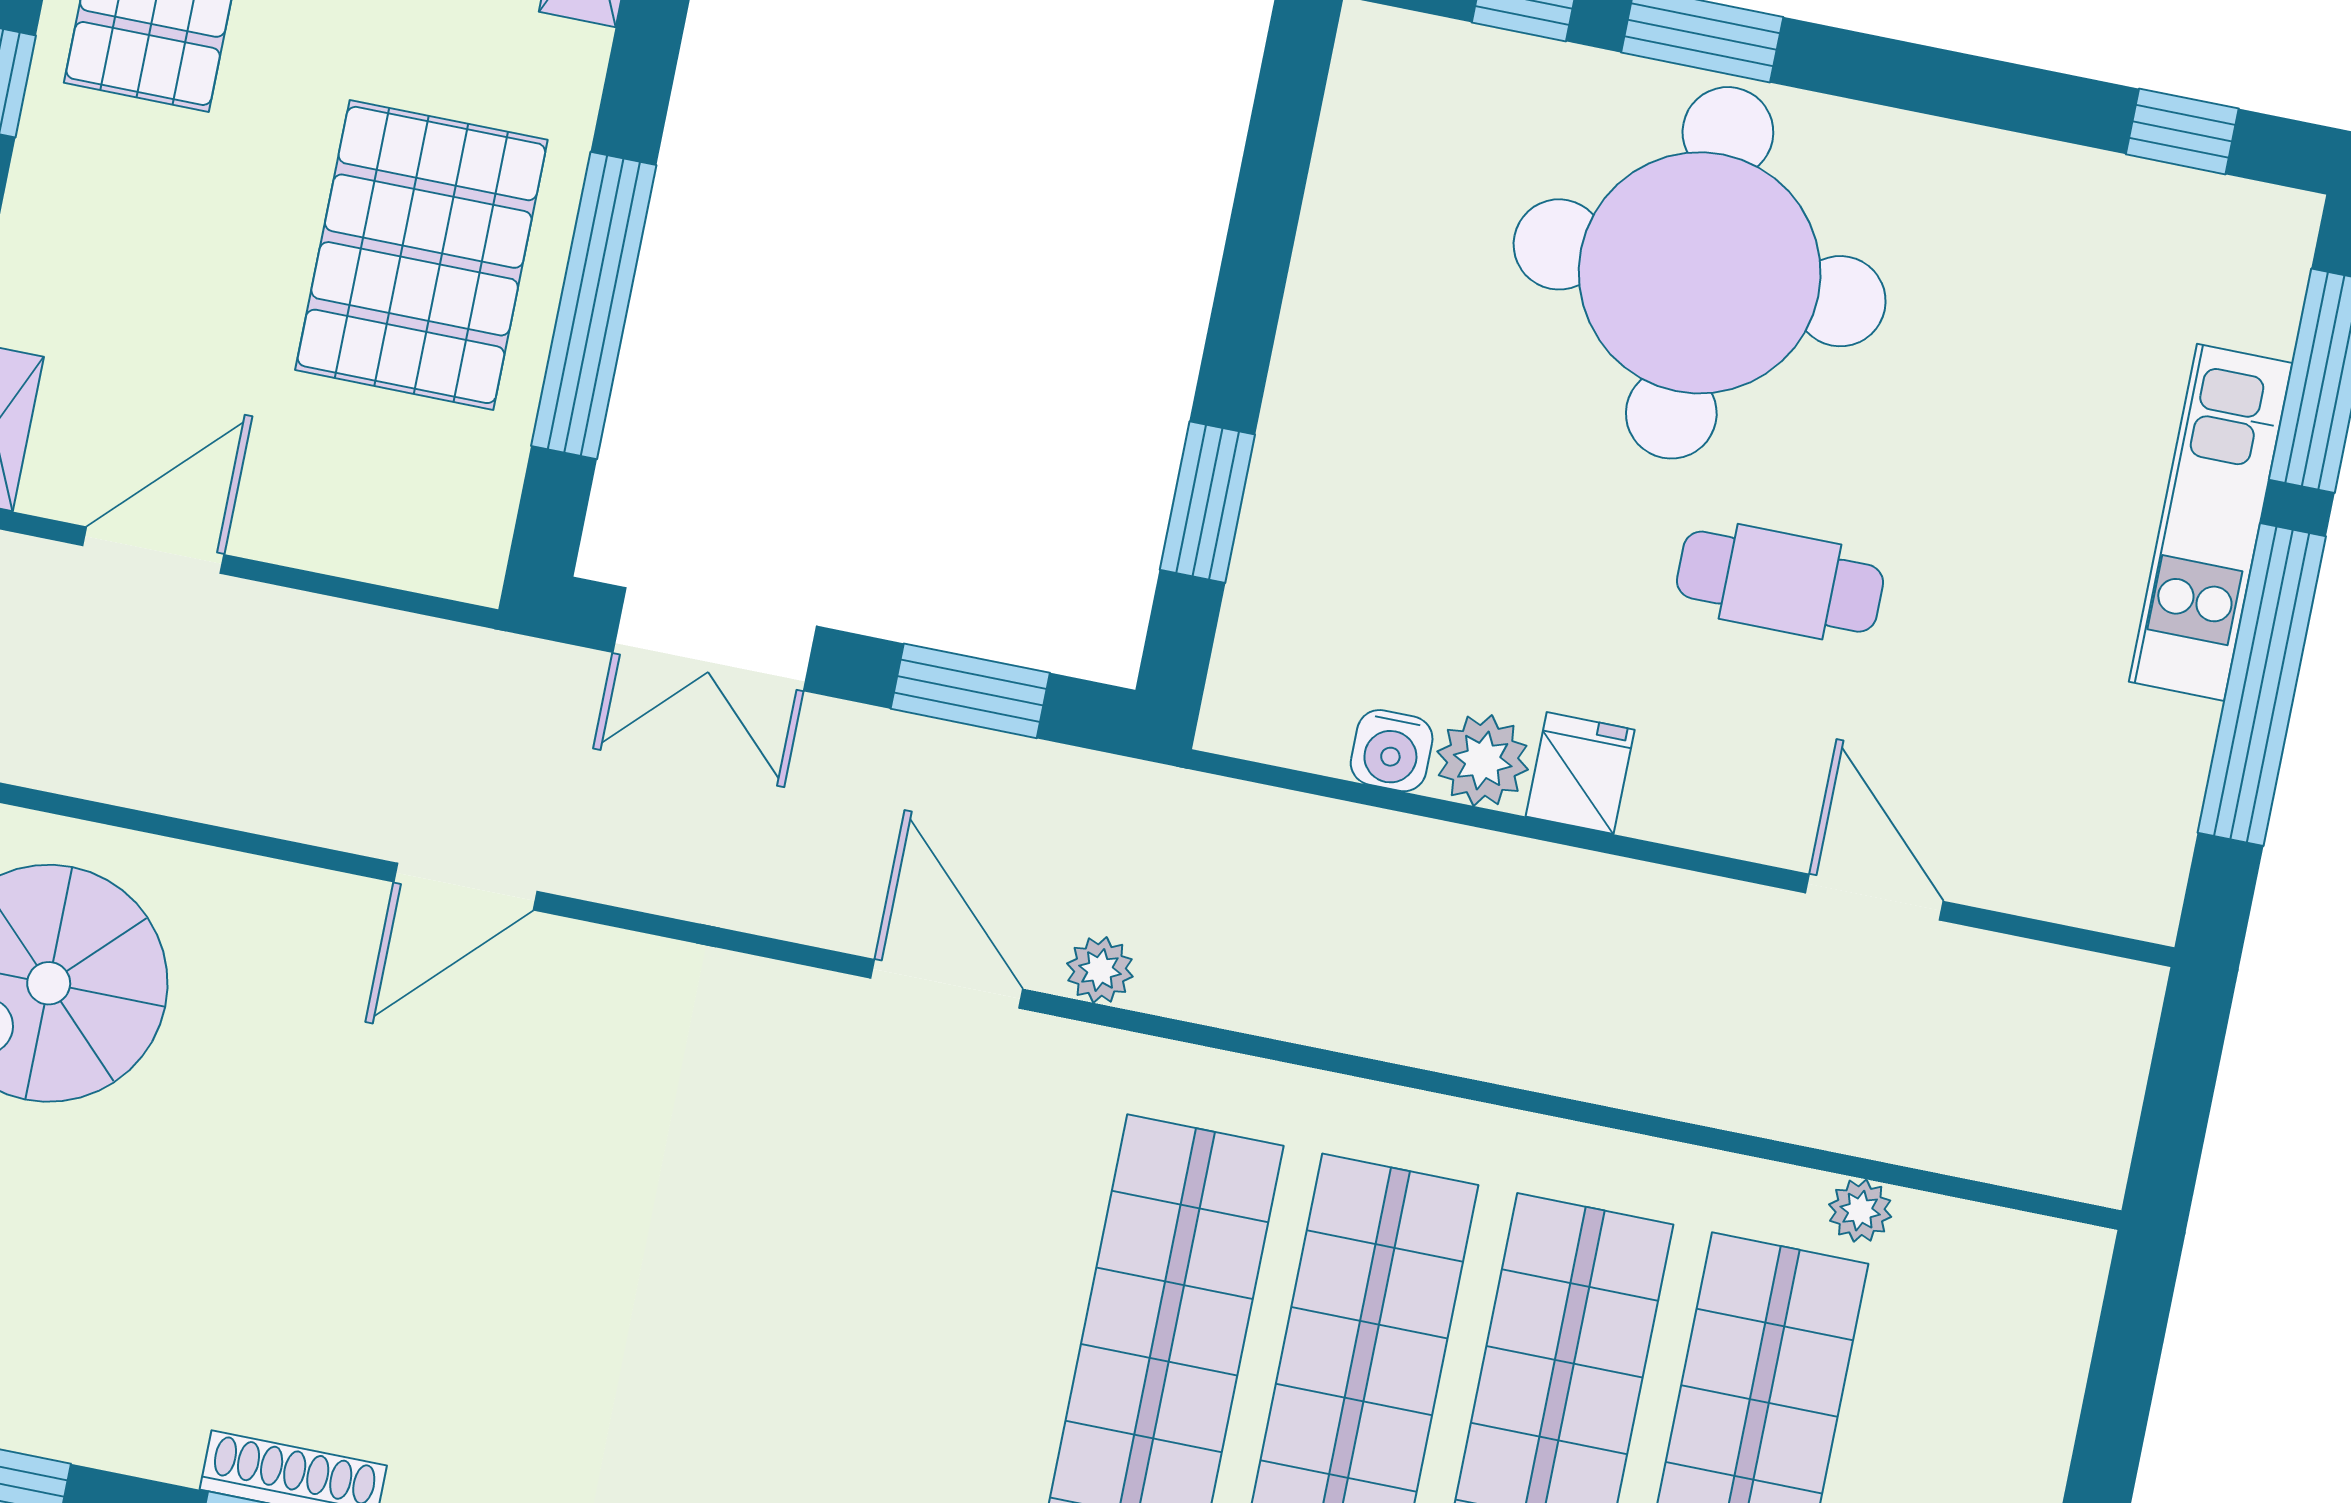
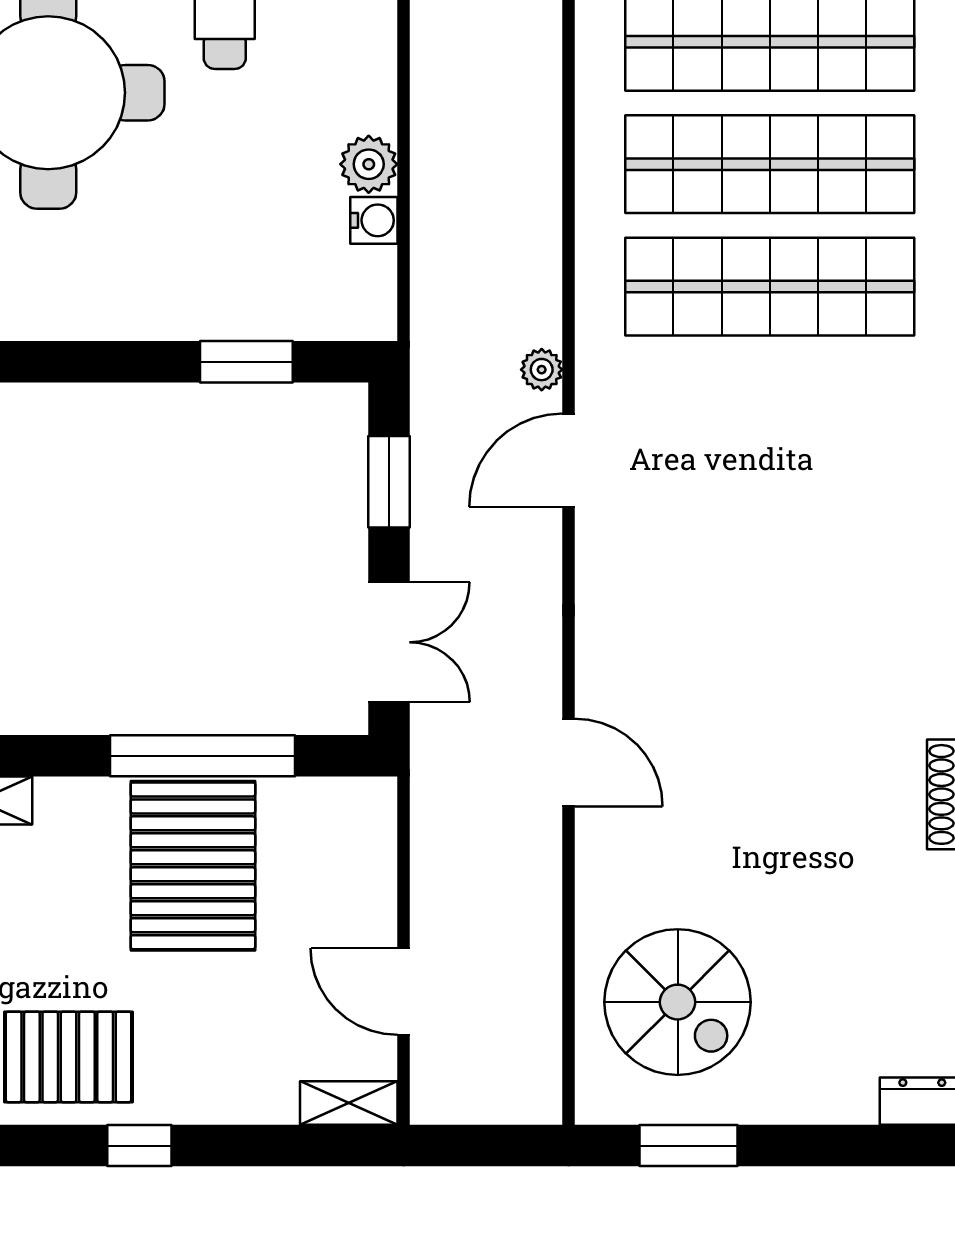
pallet: (421, 255) -> (193, 866), turned 90
fridge: (1580, 773) -> (364, 104), removed

